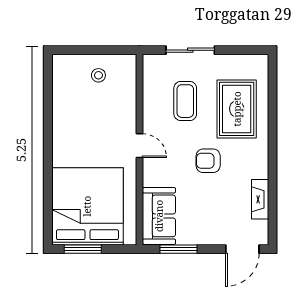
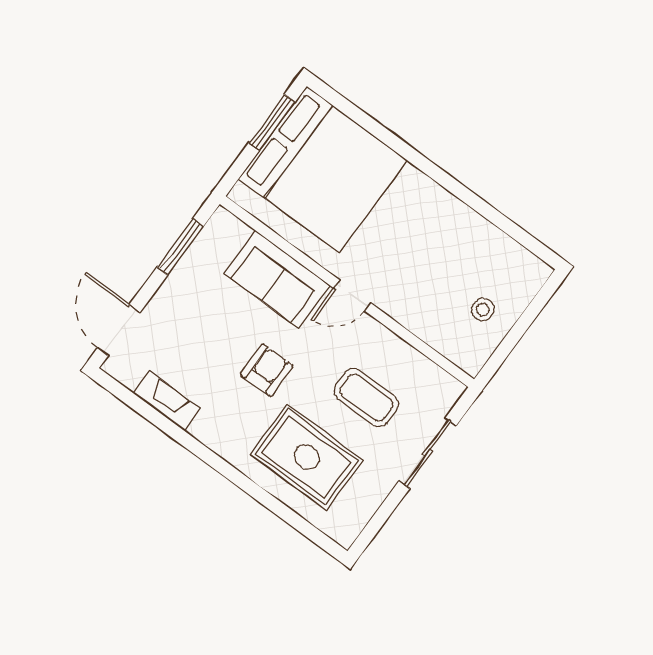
sofa: (159, 216) -> (277, 279), moved

